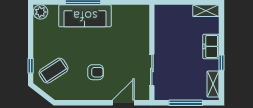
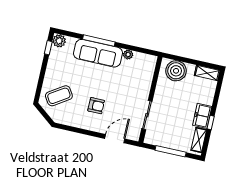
plant: (117, 10) -> (128, 55), added
boiler: (172, 16) -> (176, 71), added
freezer: (211, 46) -> (202, 116), moved
window: (31, 66) -> (48, 48), moved

